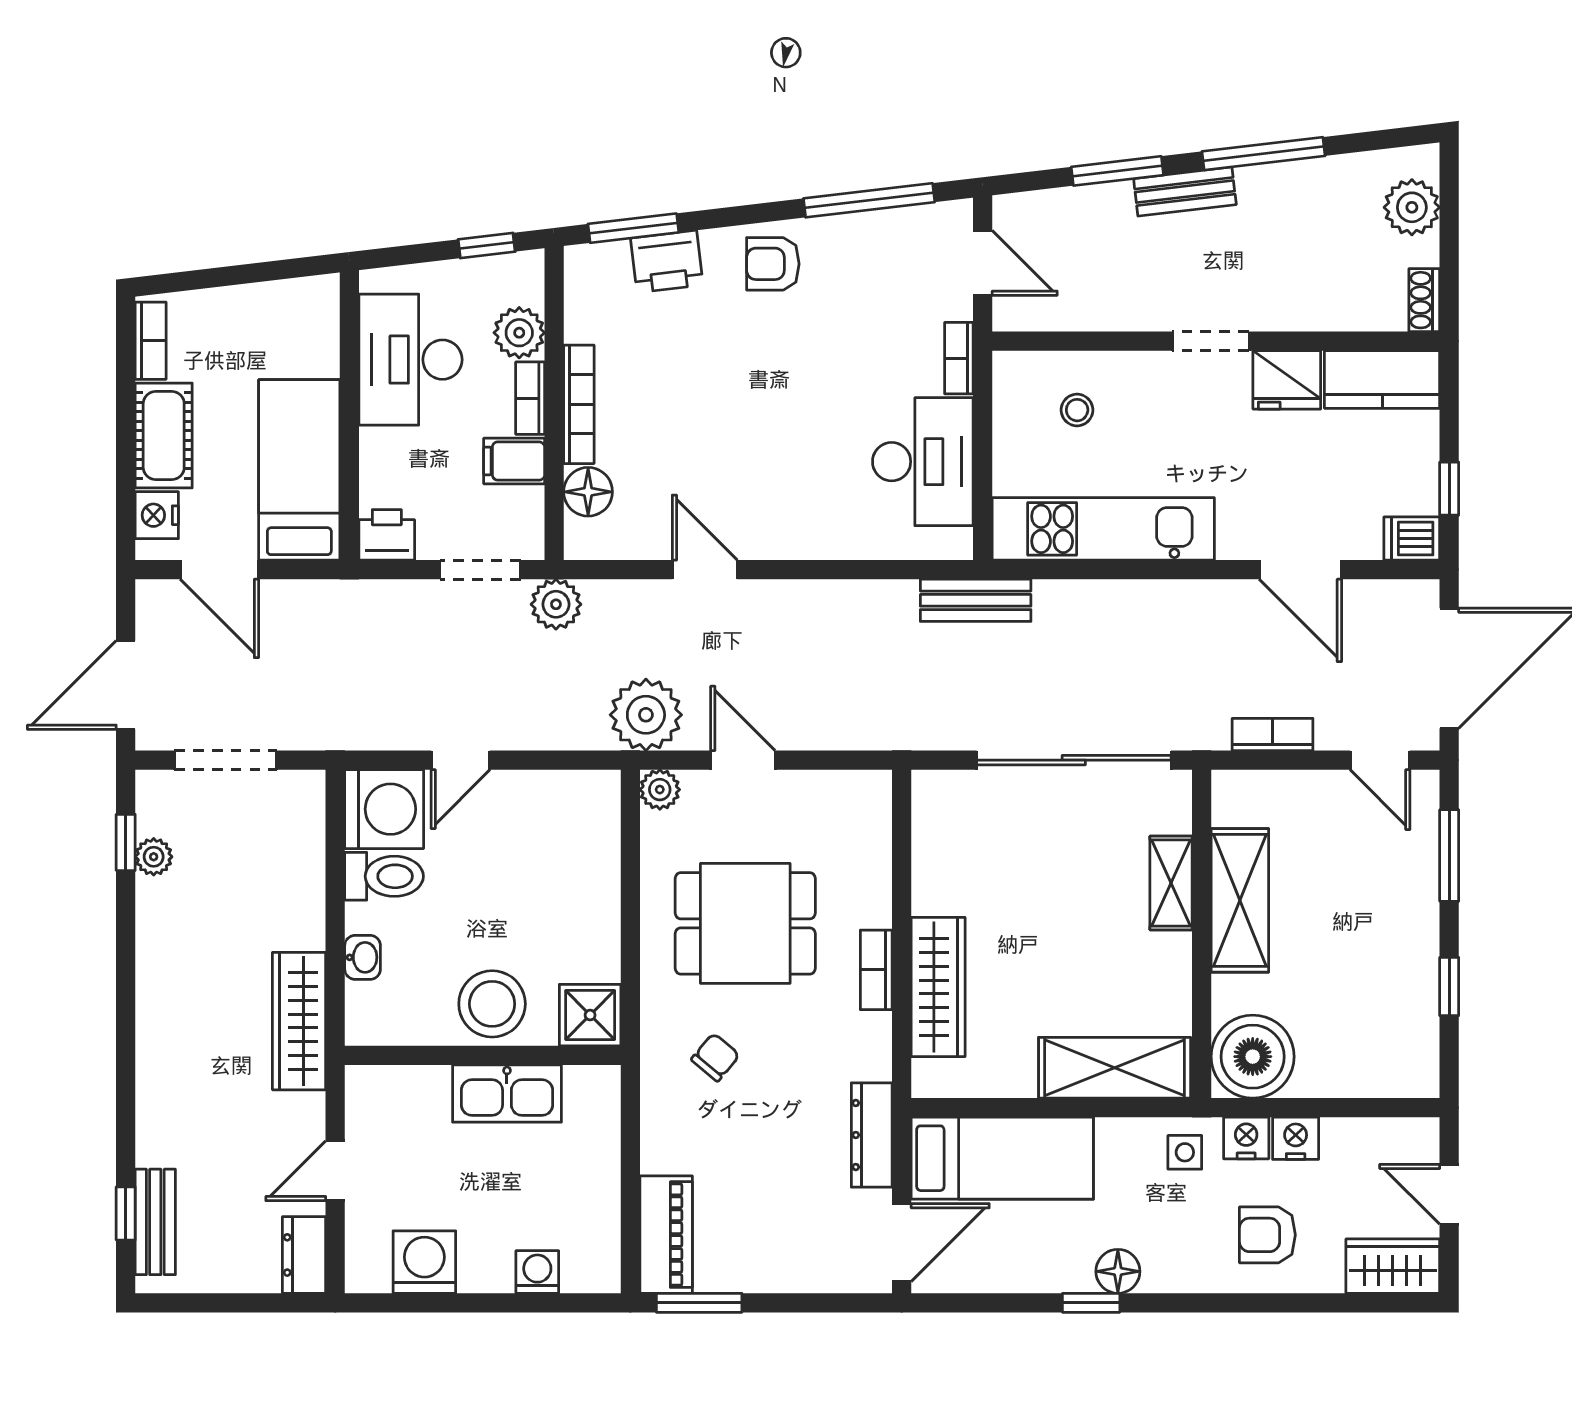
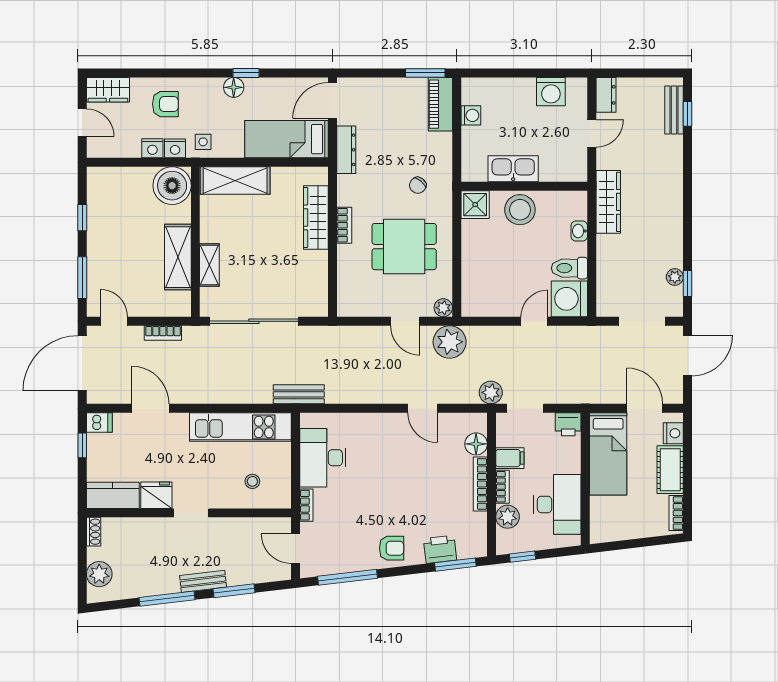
washing machine: (537, 1272) -> (471, 115), moved, turned -90

